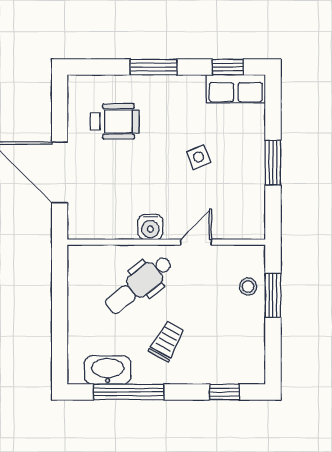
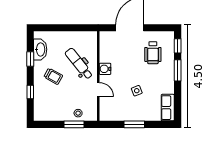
window: (228, 67) -> (178, 46), moved
window: (129, 392) -> (30, 59), width x0.46
window: (224, 392) -> (30, 92), moved

